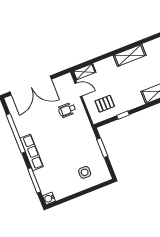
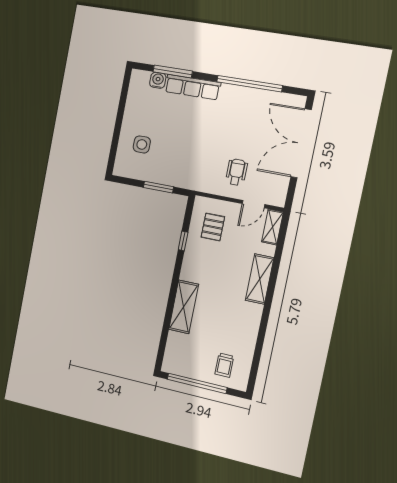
shelving: (130, 55) -> (260, 279), moved
row of seats: (32, 152) -> (193, 87), moved
water cooler: (49, 198) -> (158, 80), moved

